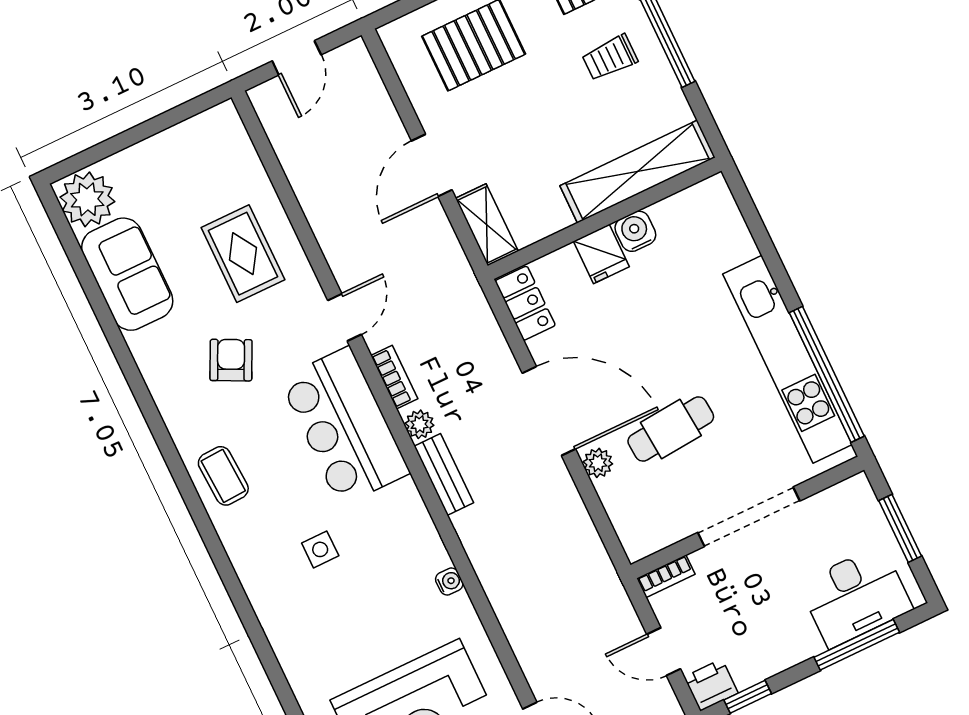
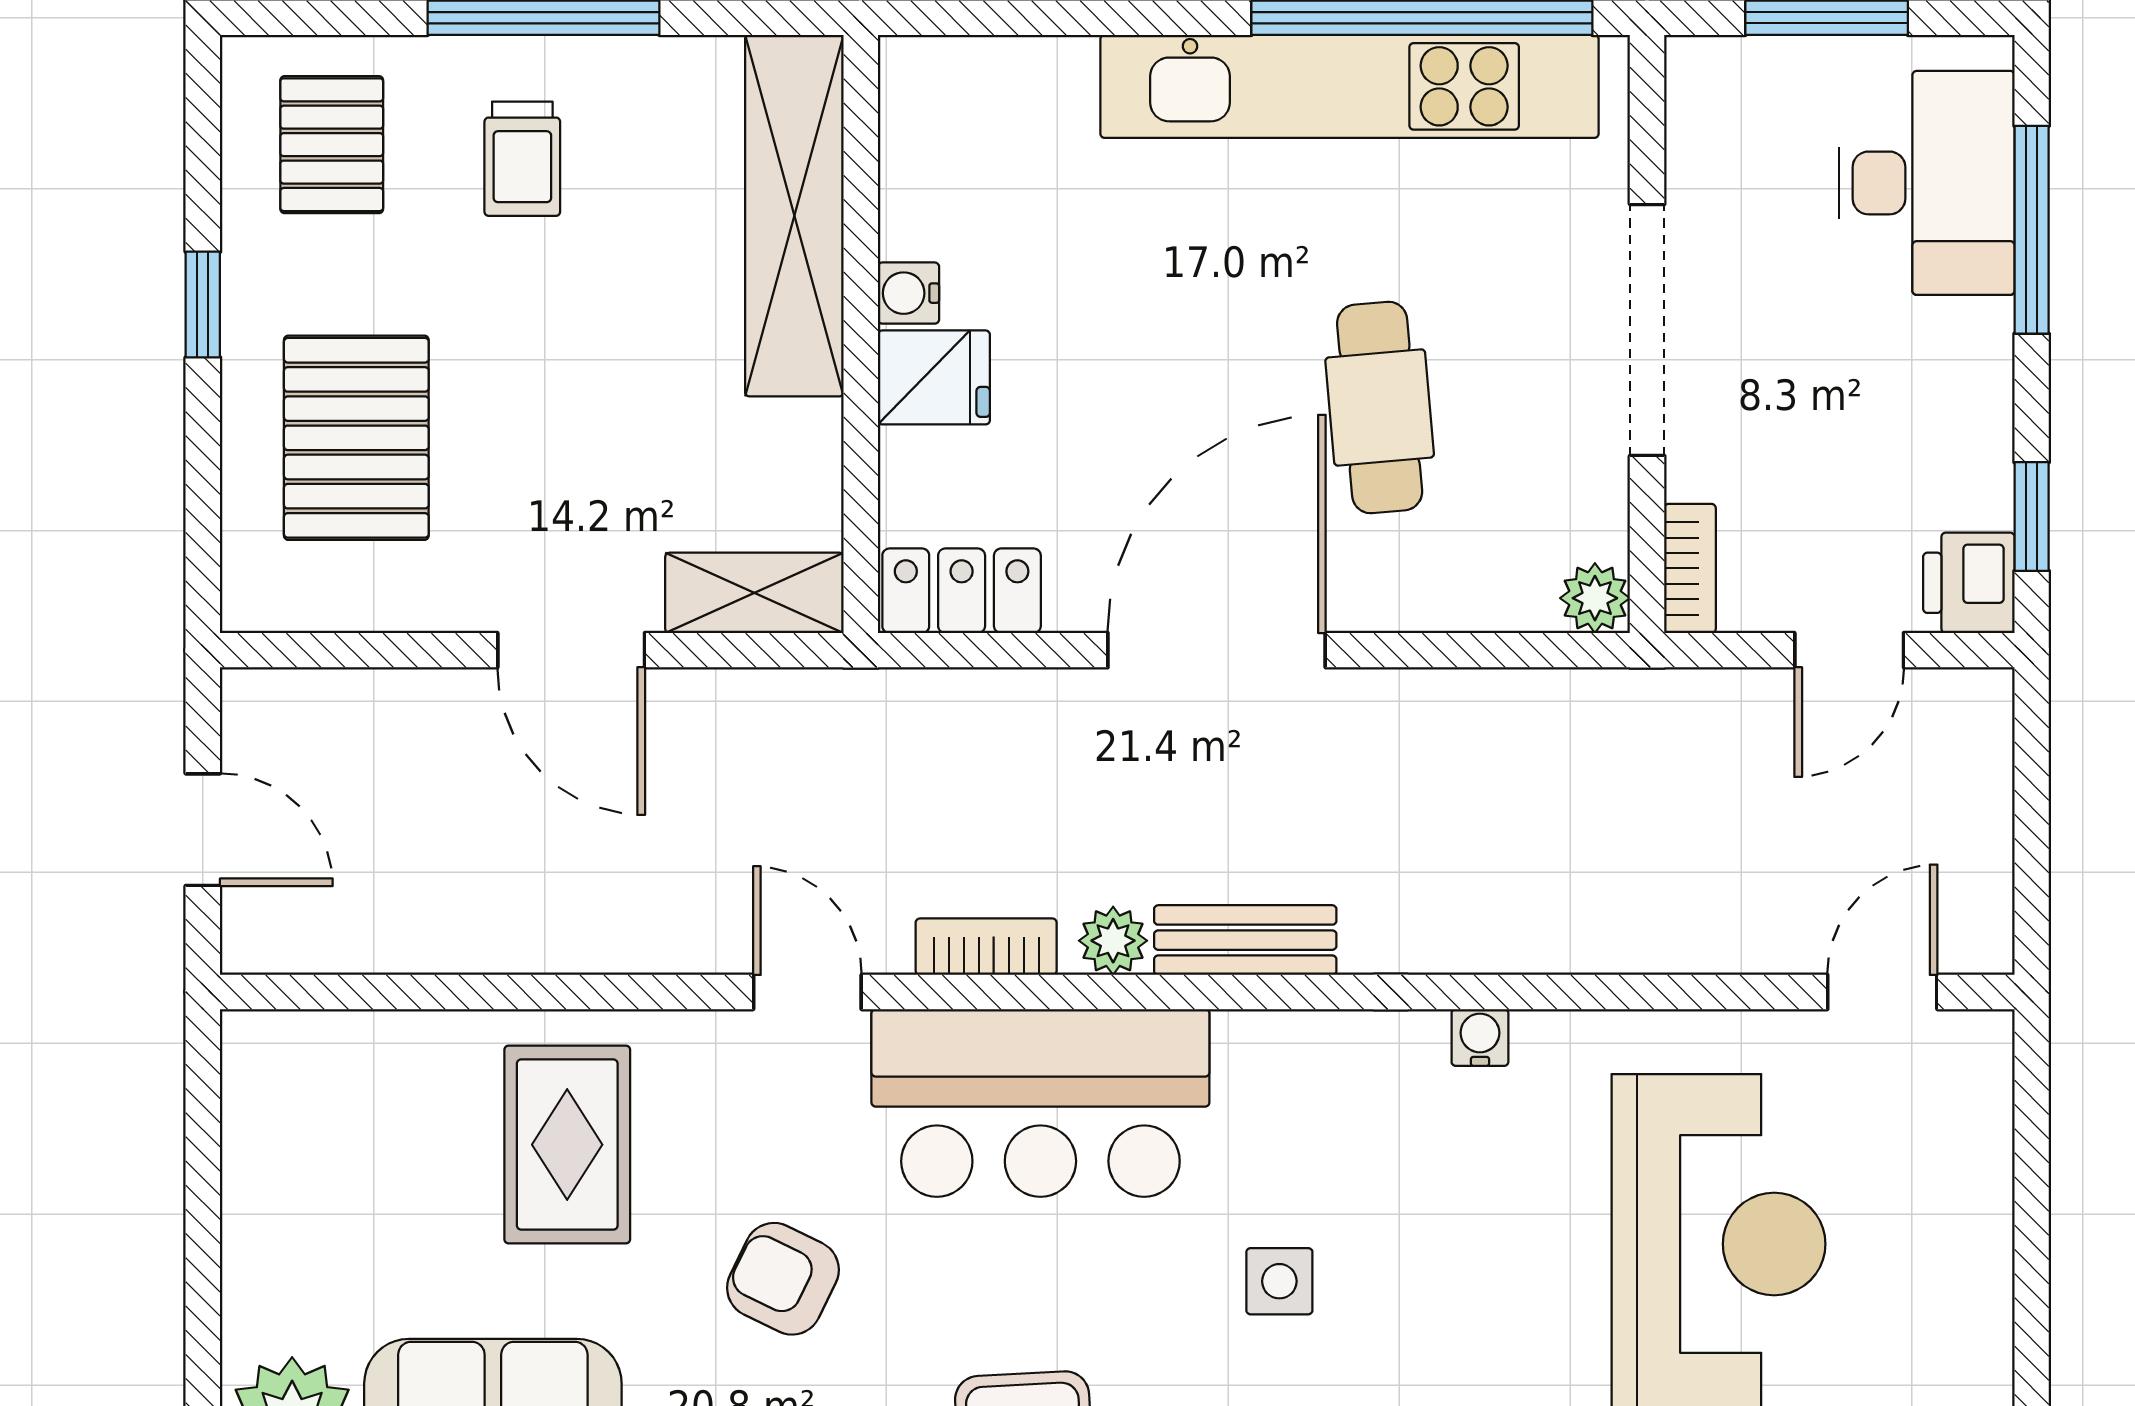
water cooler: (635, 231) -> (908, 293), width x0.72, depth x0.72
rug: (243, 254) -> (567, 1145), turned 90
plant: (598, 463) -> (1595, 598), moved

